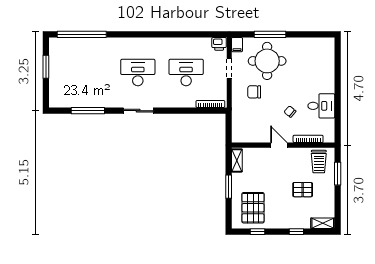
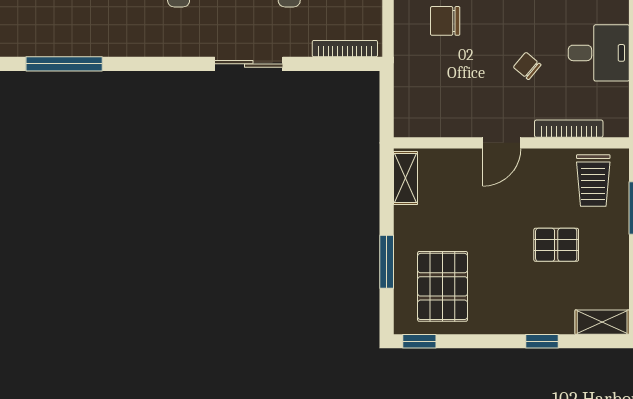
sliding door: (138, 111) -> (249, 64), moved
door: (279, 145) -> (502, 143), swing flipped
window: (229, 187) -> (387, 262), moved
window: (258, 232) -> (419, 341), moved

